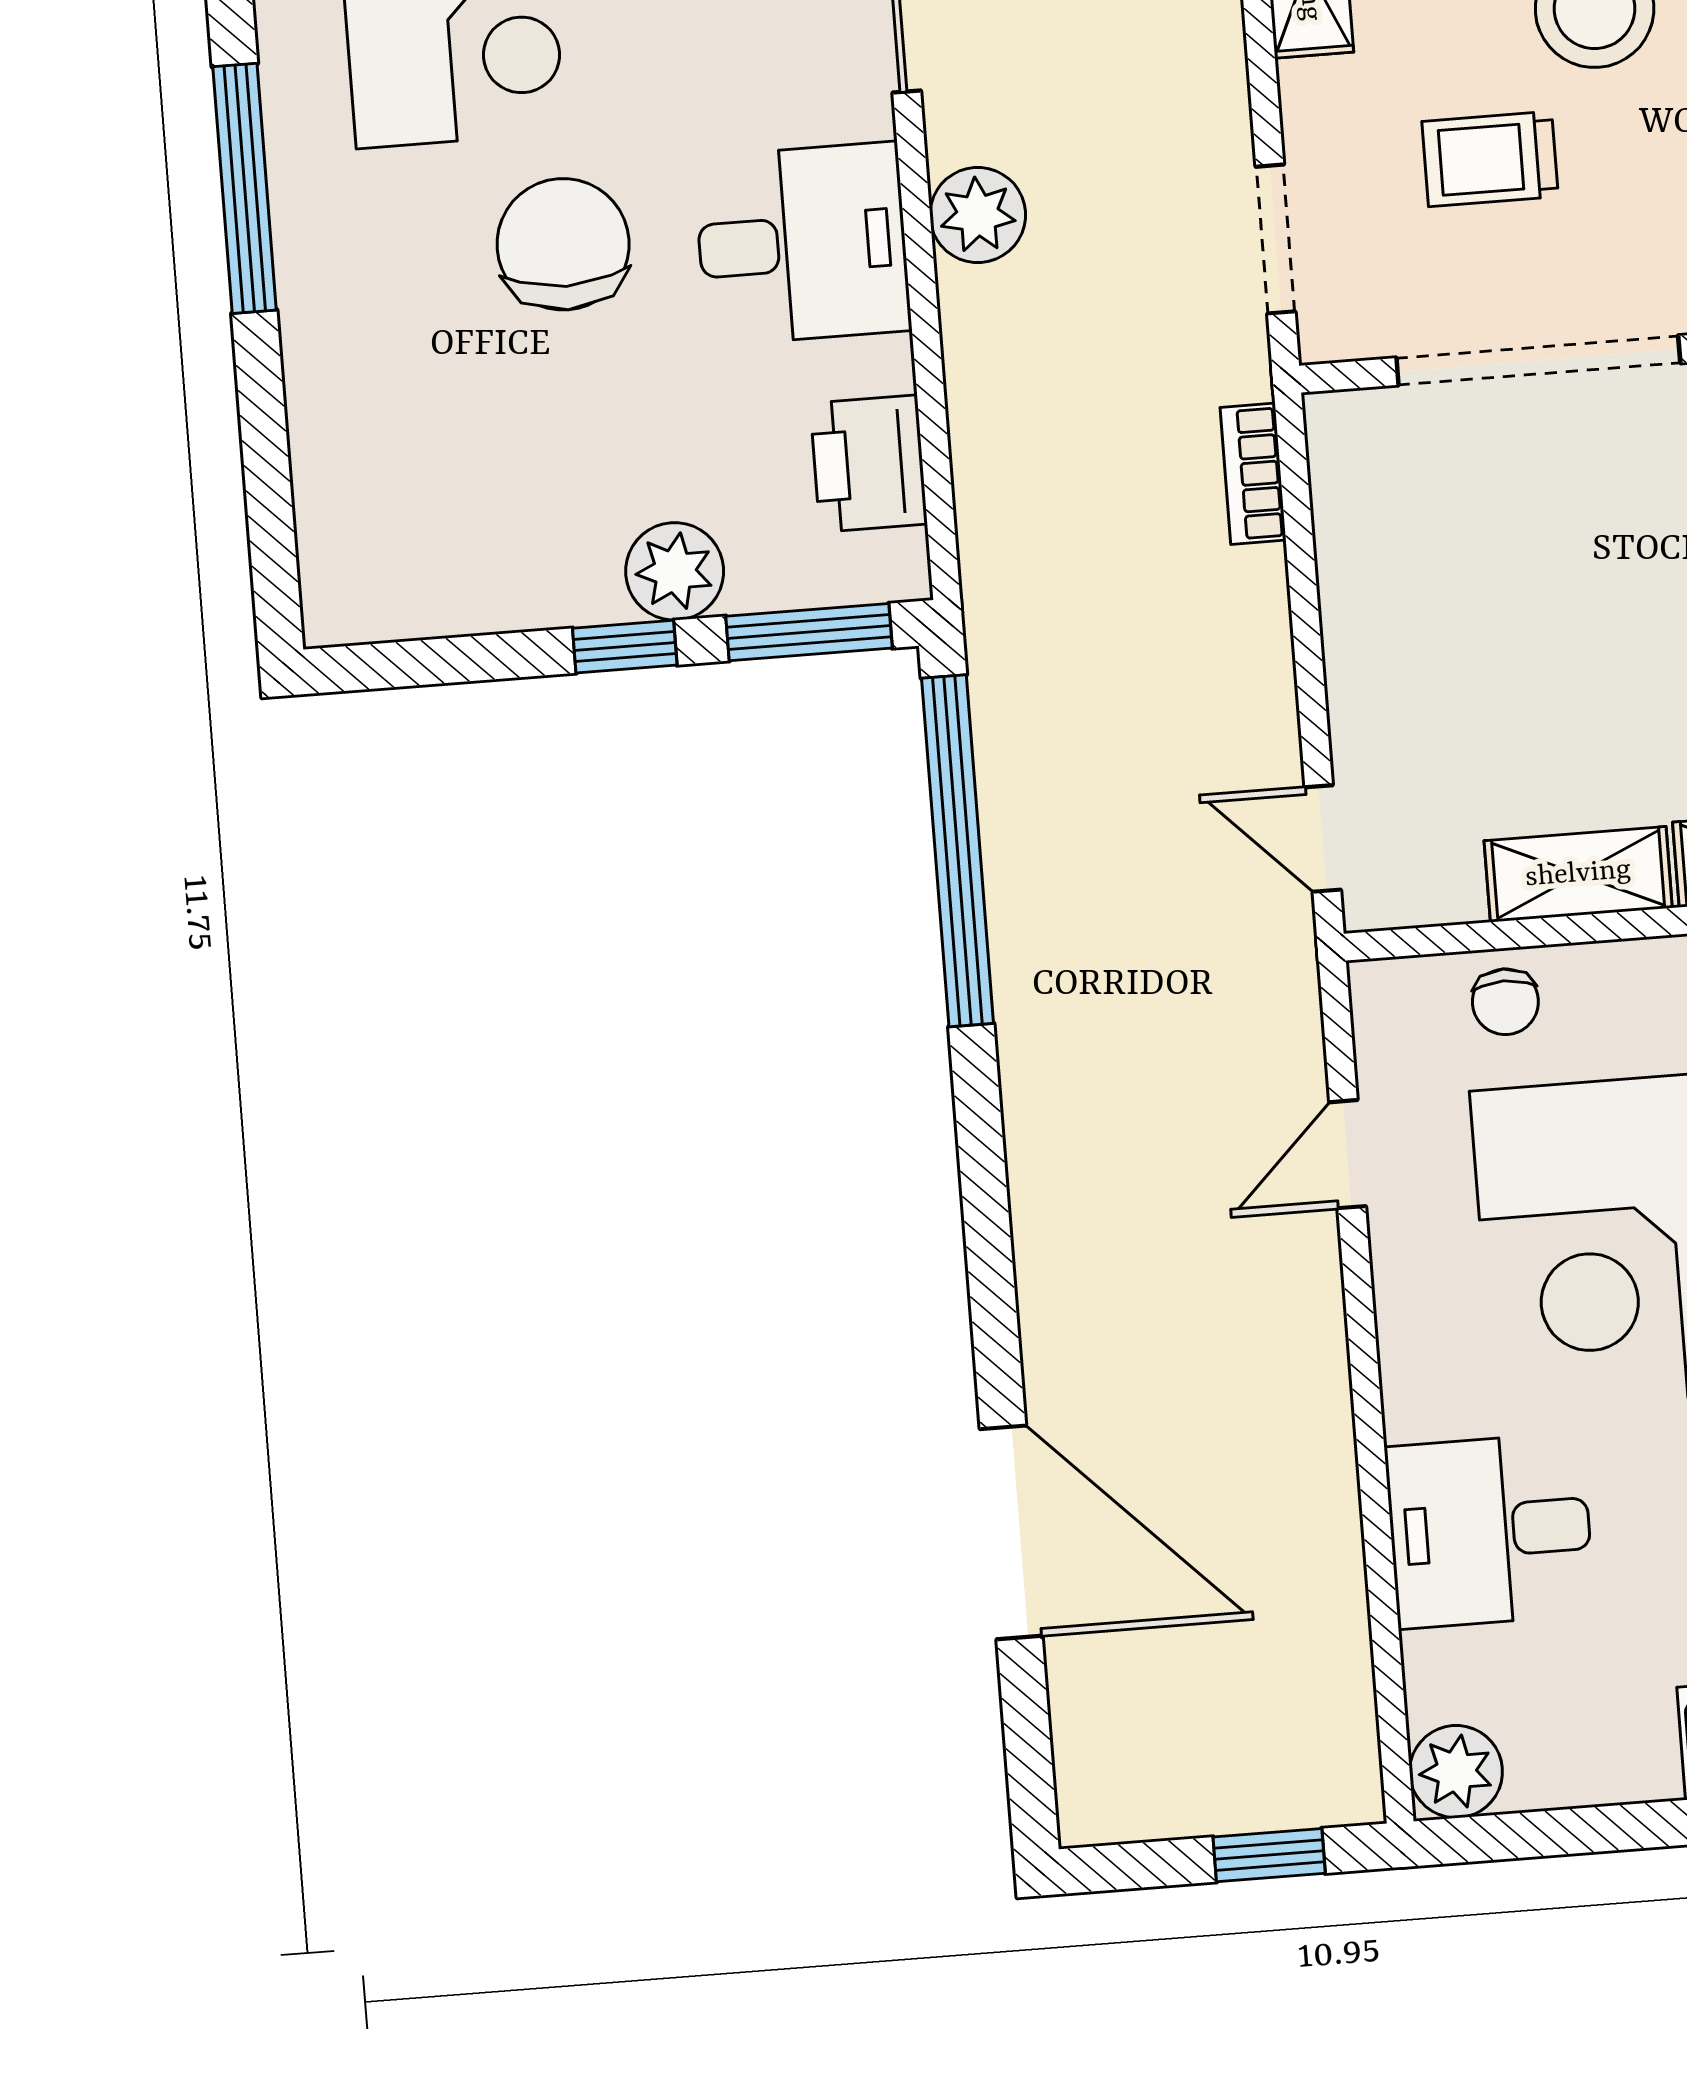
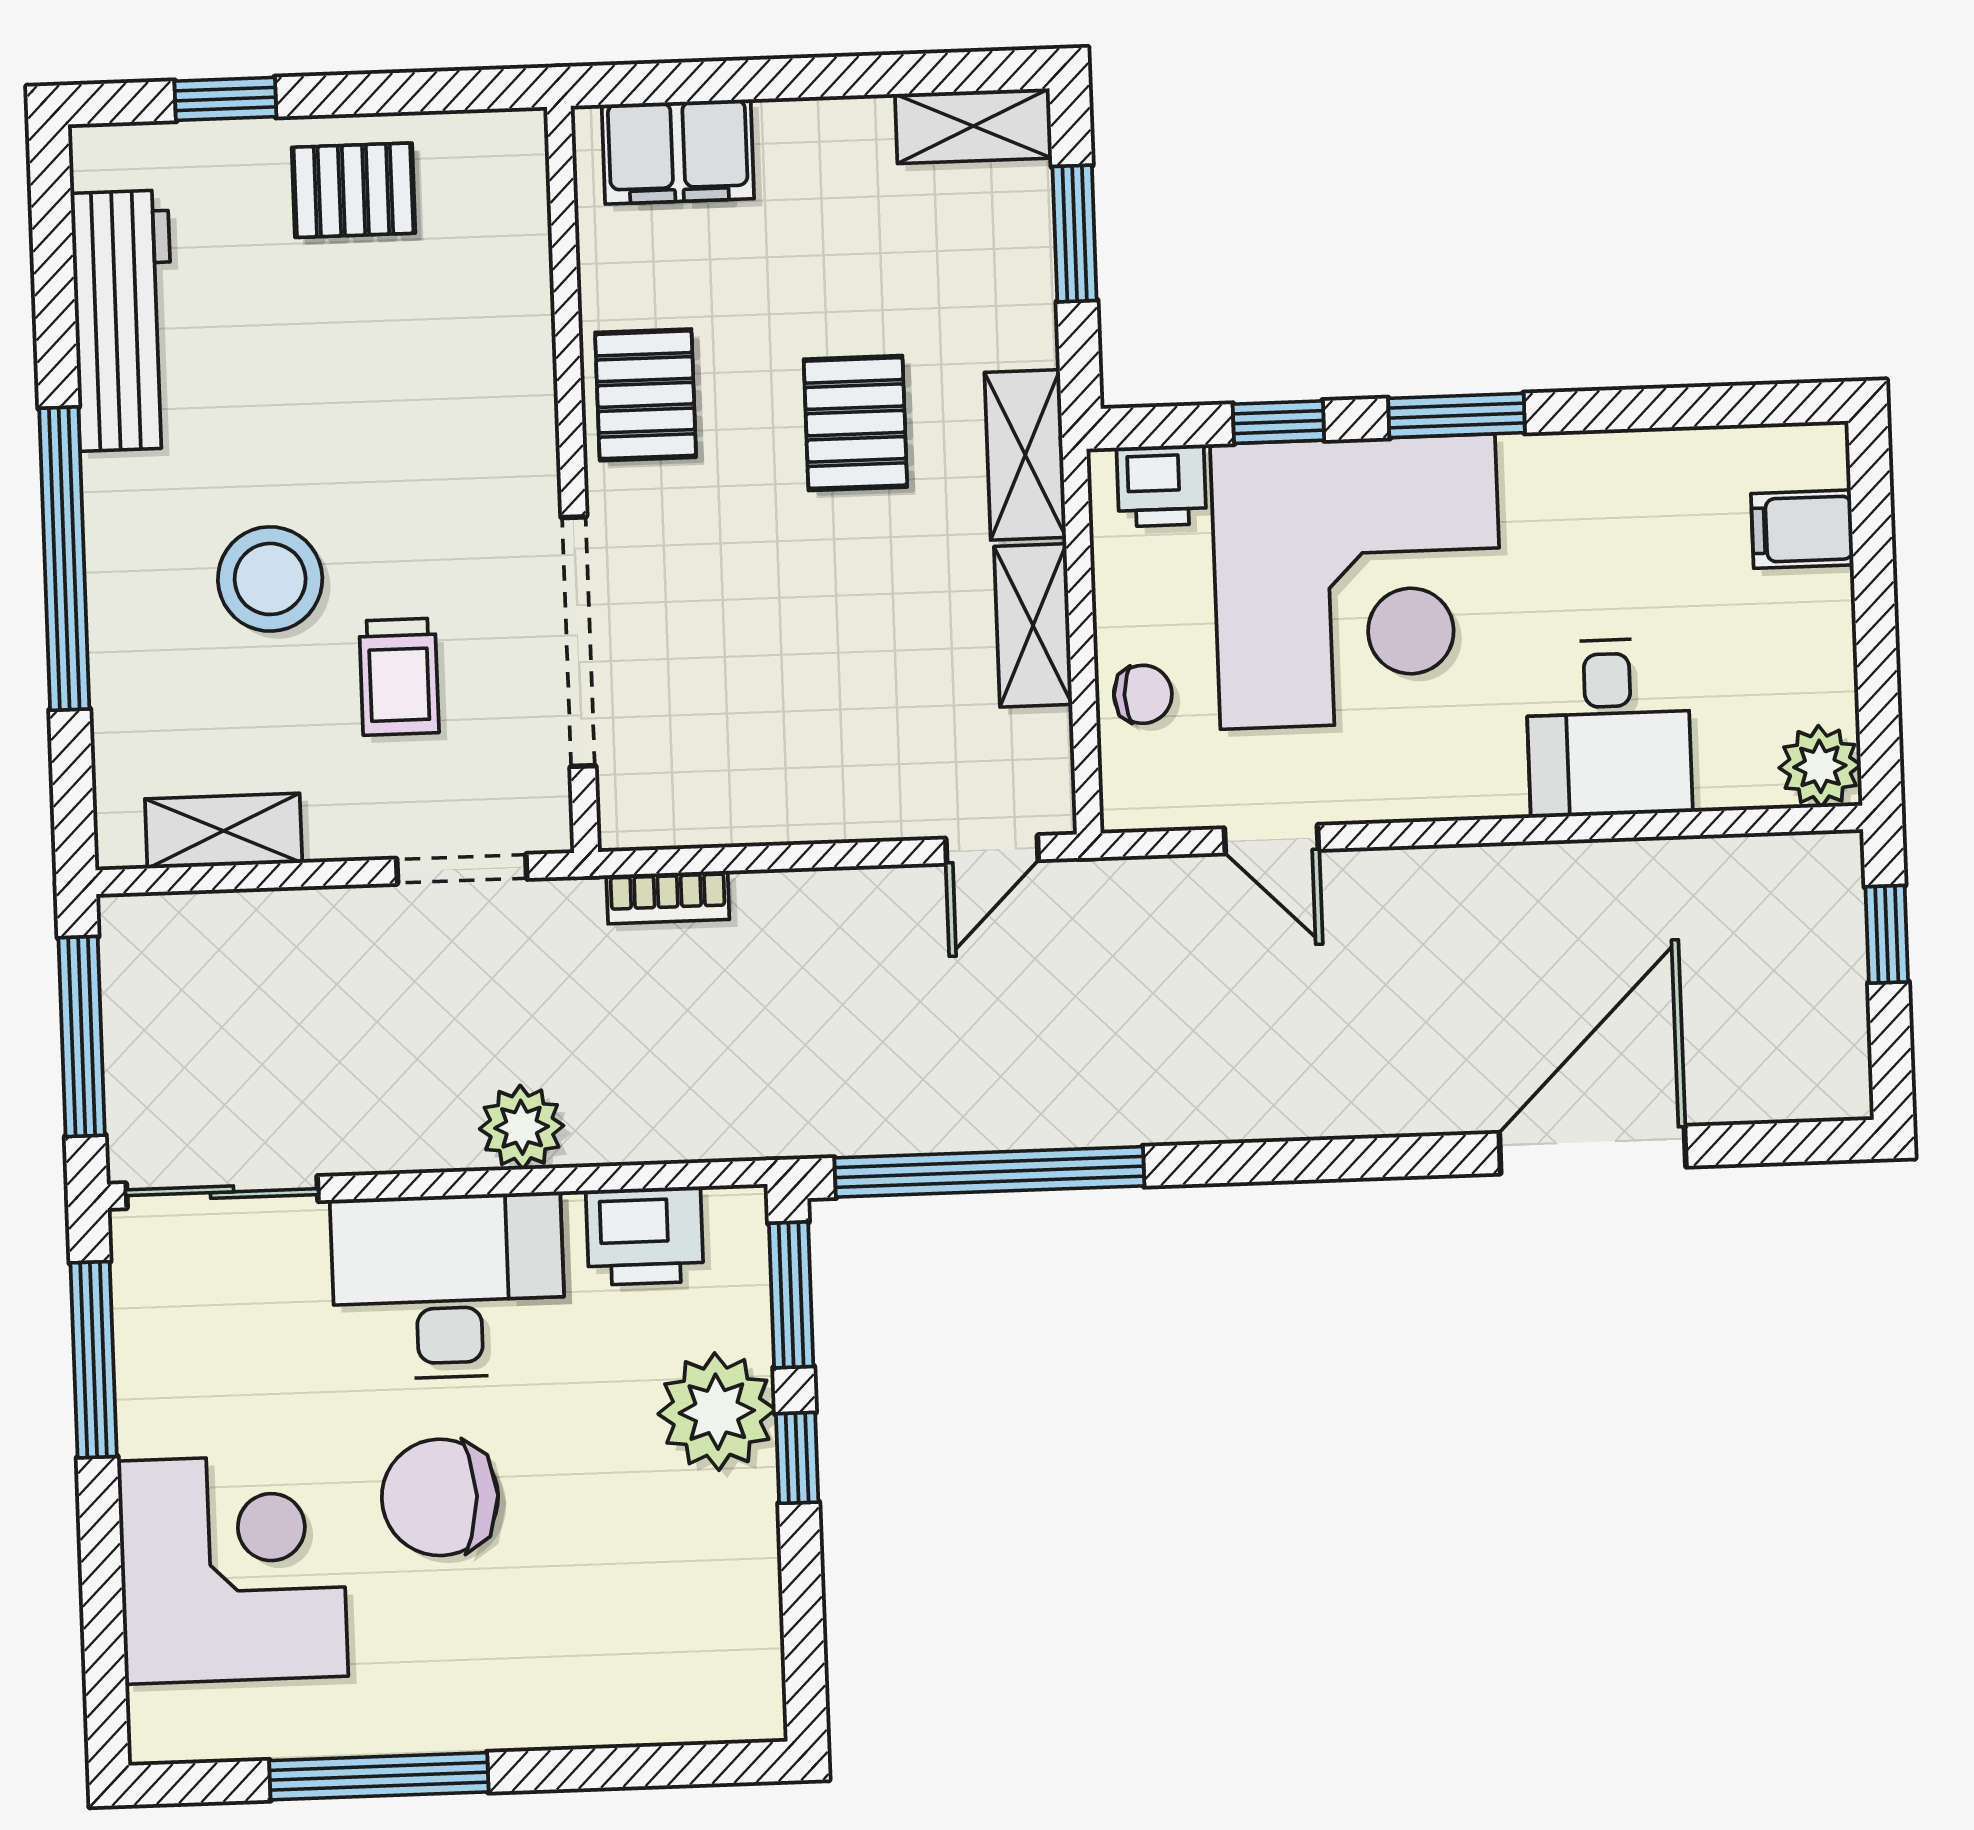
plant: (978, 215) -> (522, 1127), moved
desk: (802, 244) -> (448, 1286), width x1.37
plant: (675, 571) -> (717, 1412), width x1.36, depth x1.36

